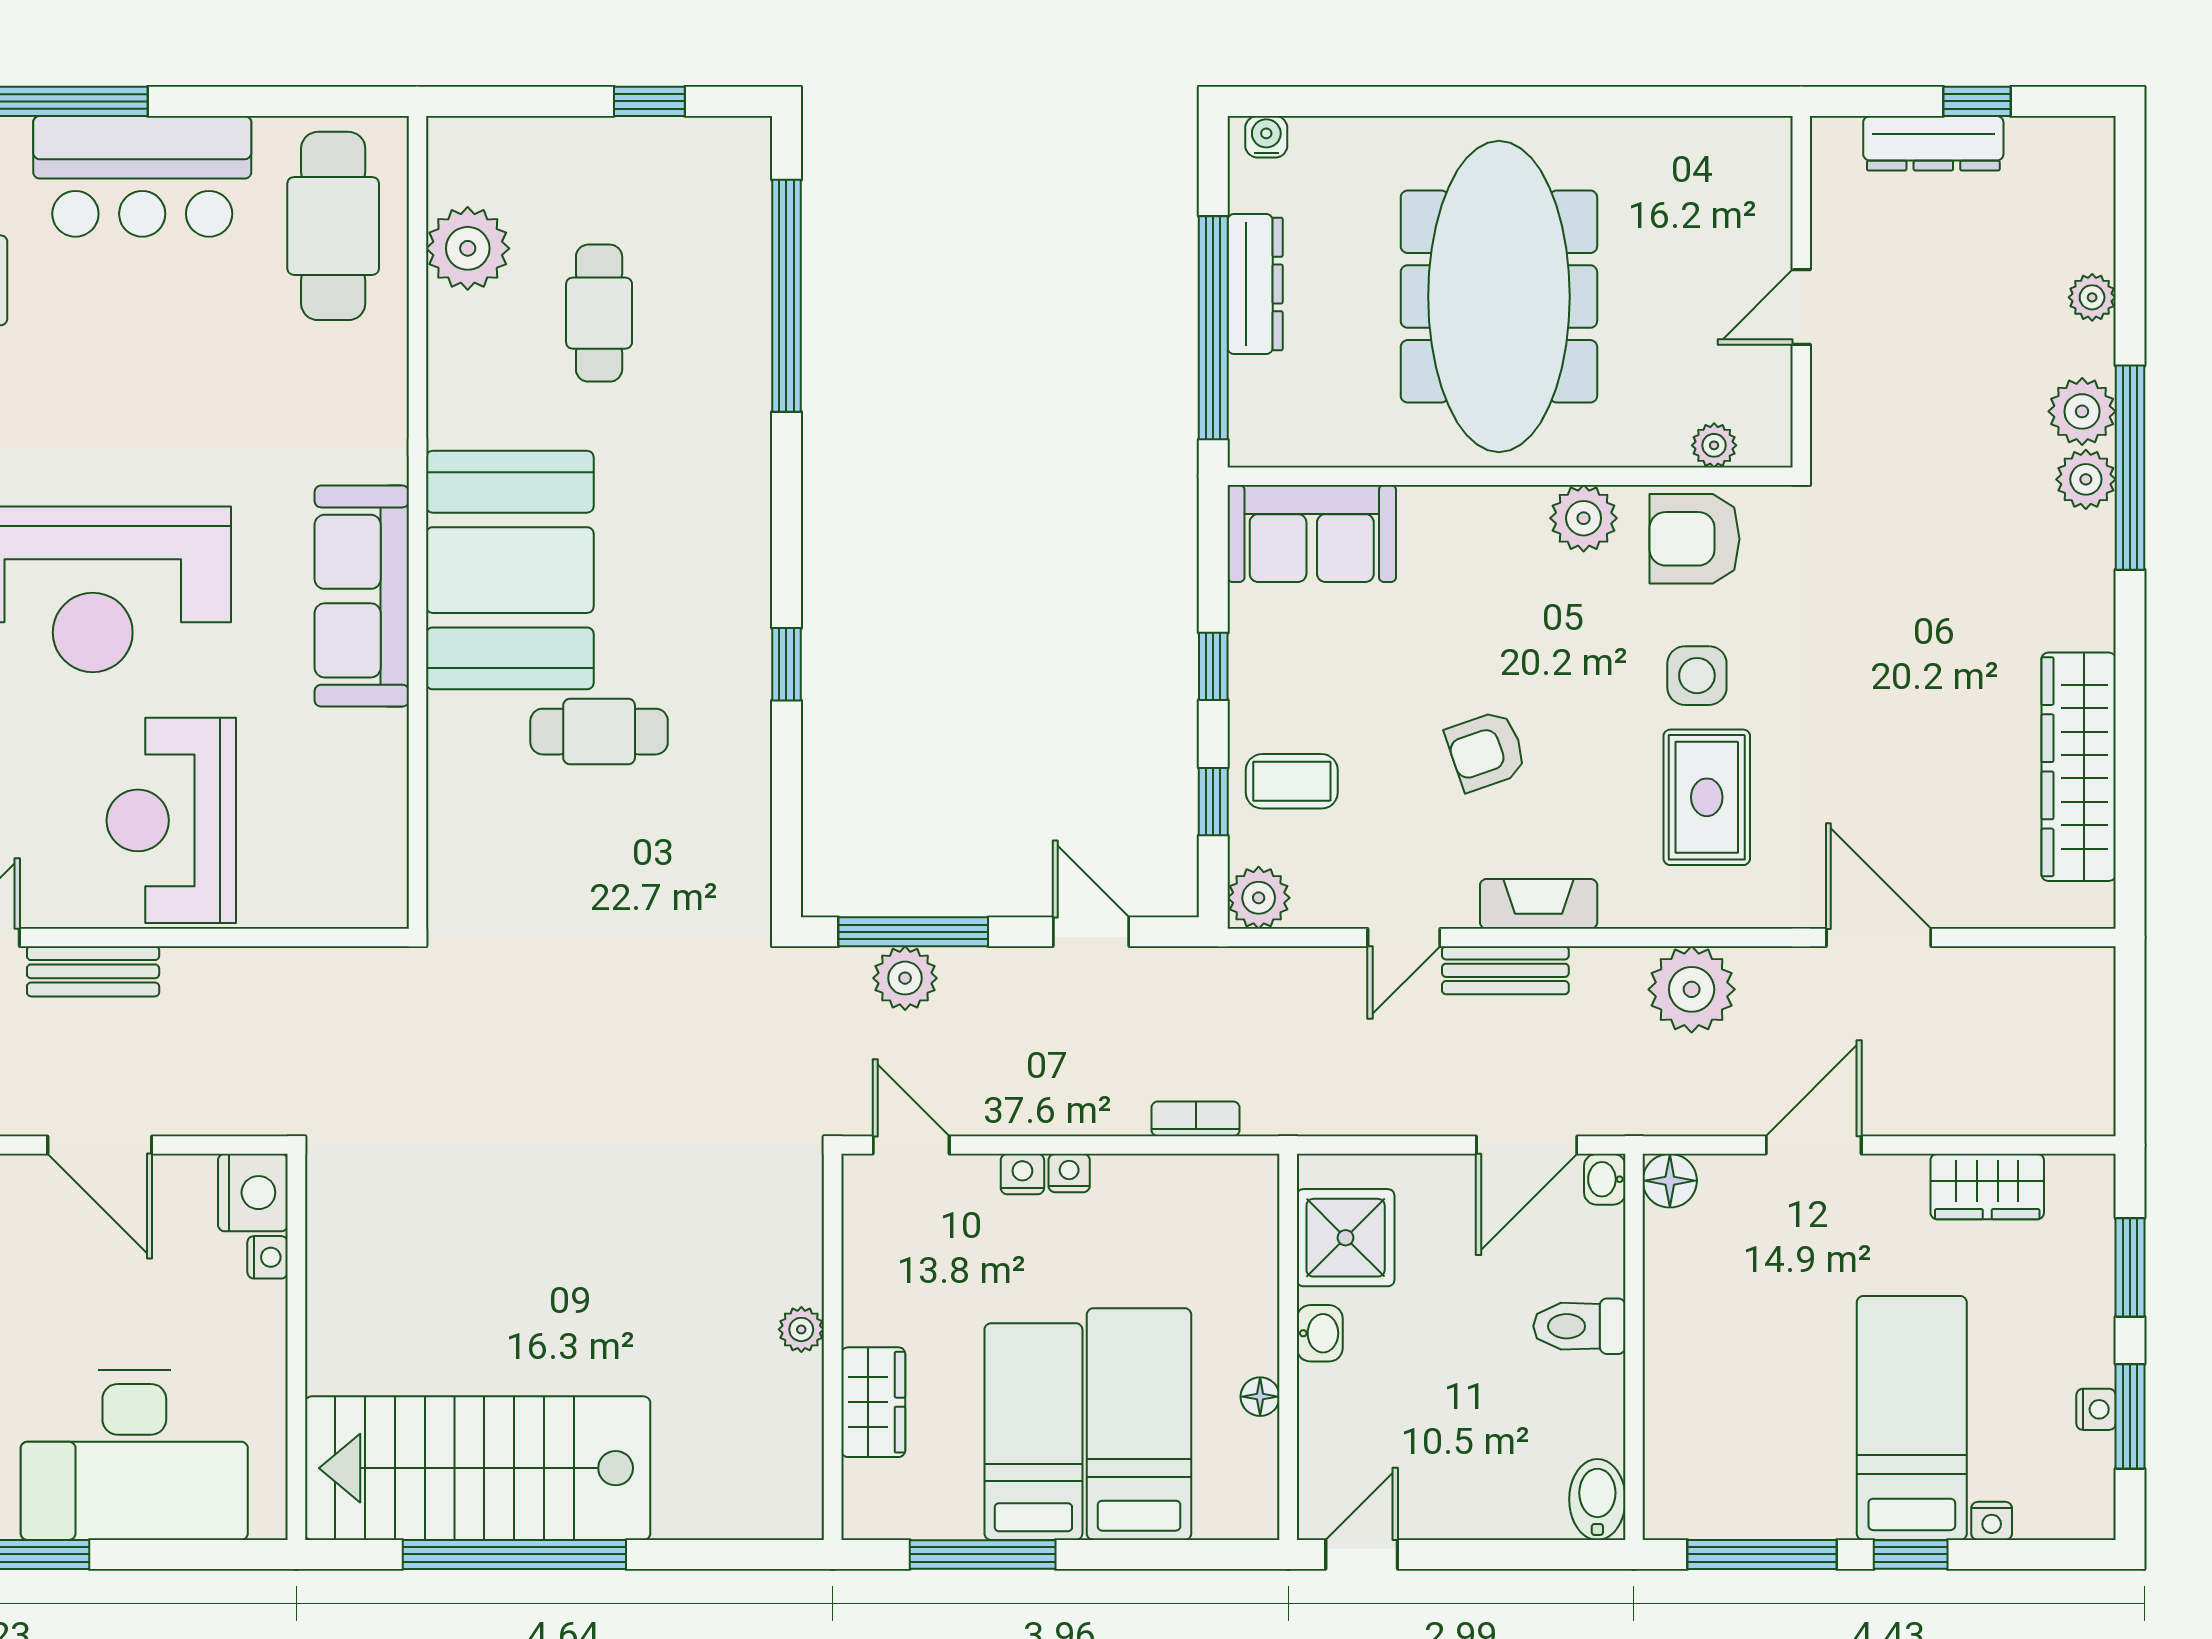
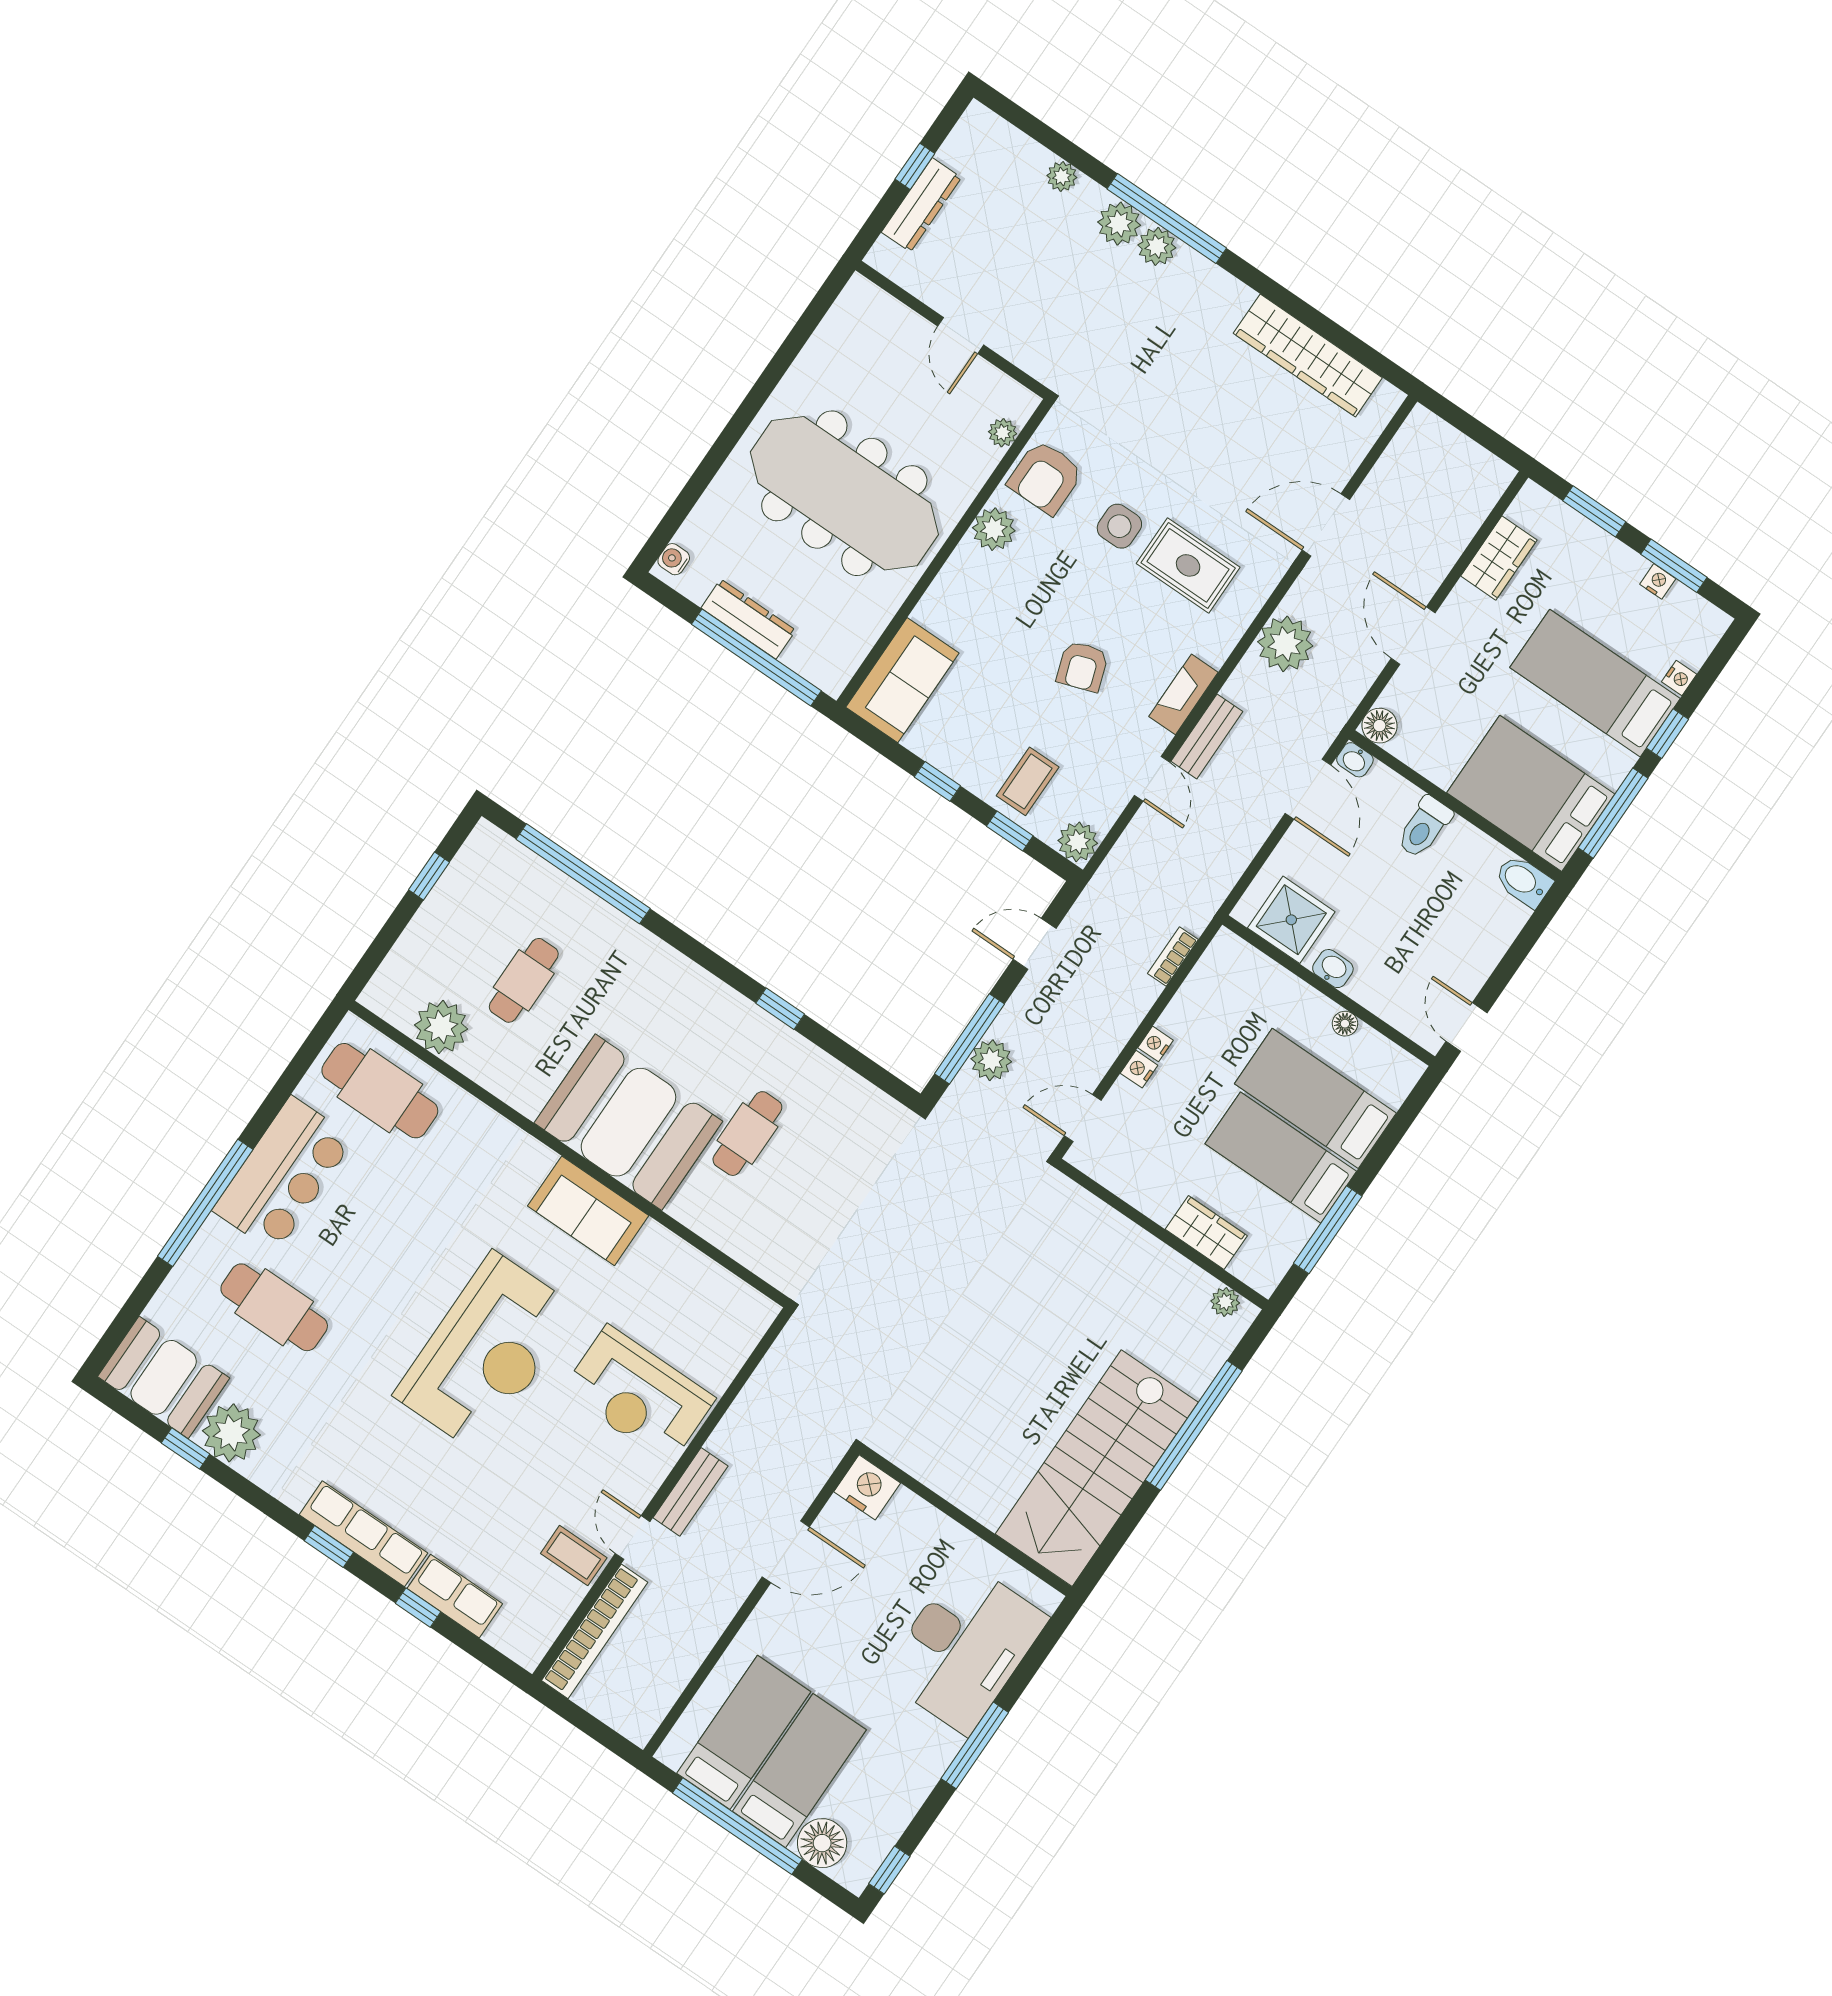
cafe table: (599, 313) -> (524, 980), turned 90
sofa: (362, 596) -> (588, 1211), width x0.73
nightstand: (268, 1257) -> (907, 1503), removed
plant: (801, 1329) -> (1225, 1302), moved
bed: (1715, 1432) -> (1531, 793), added
window: (514, 1554) -> (1194, 1425), moved

